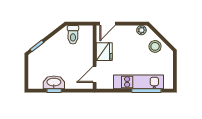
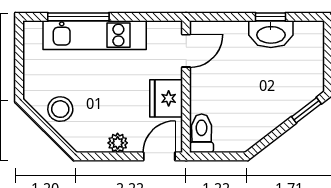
plant: (141, 30) -> (118, 143), moved
toilet: (73, 35) -> (202, 133), moved

